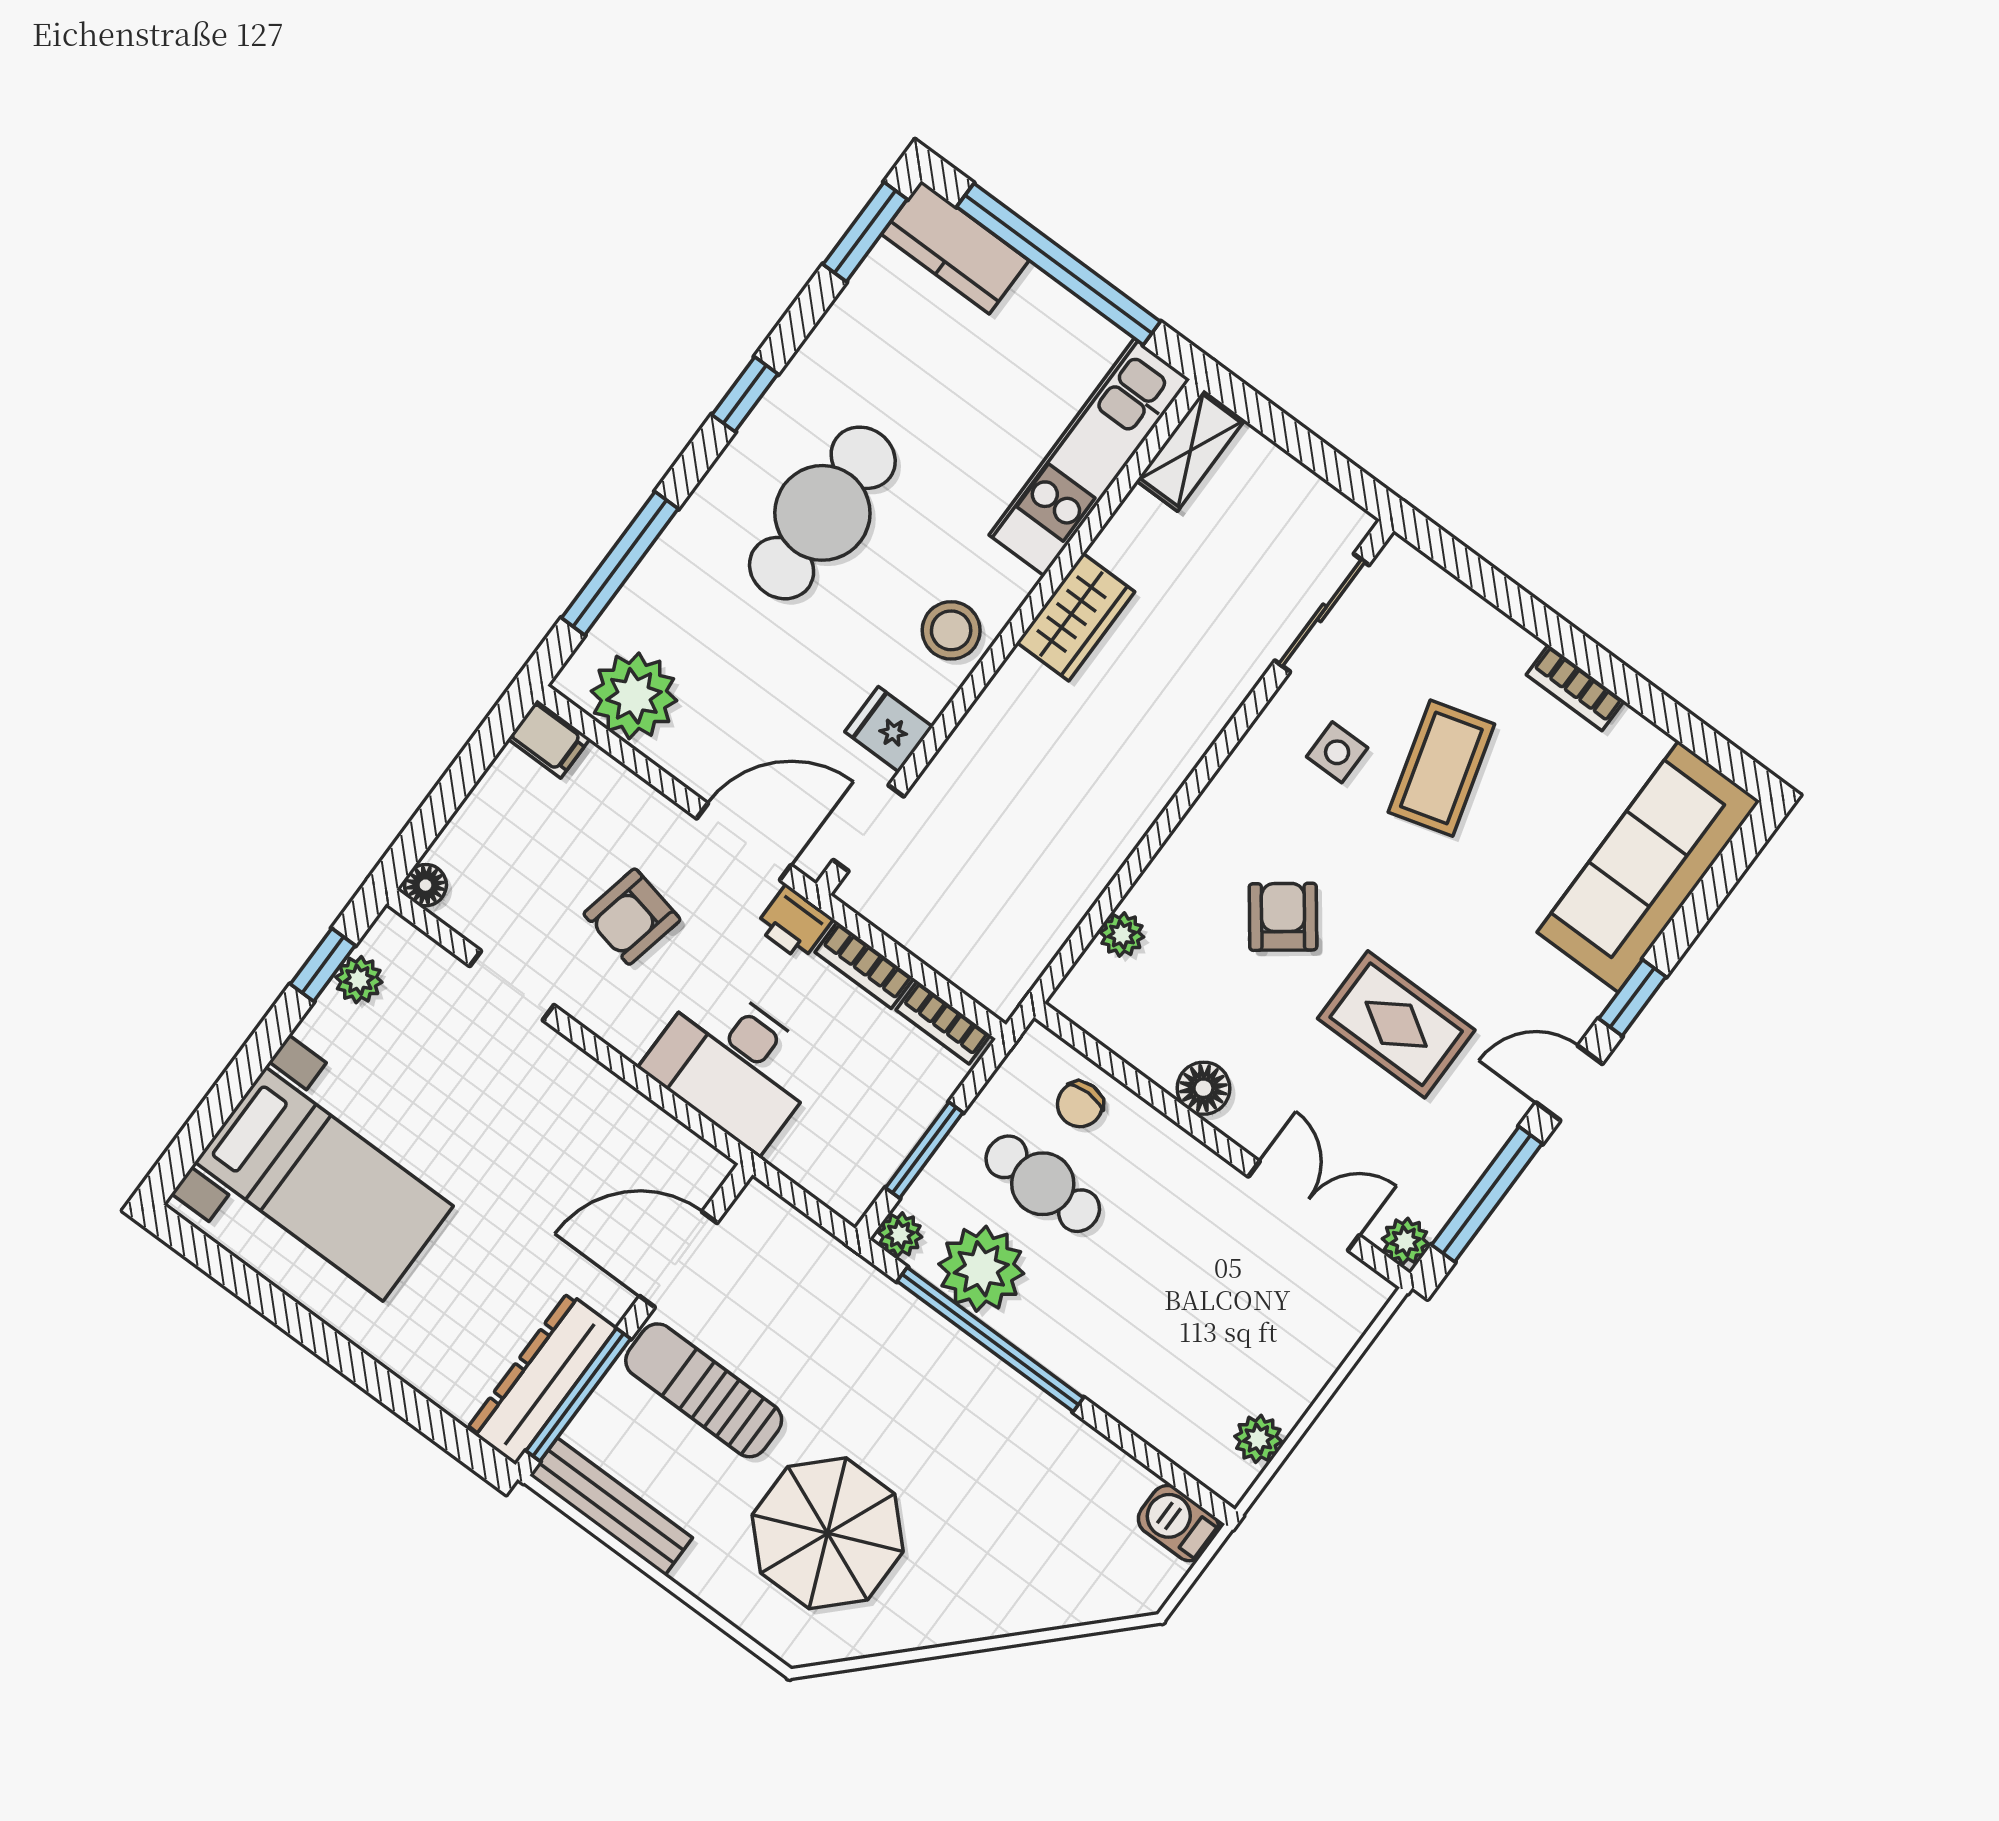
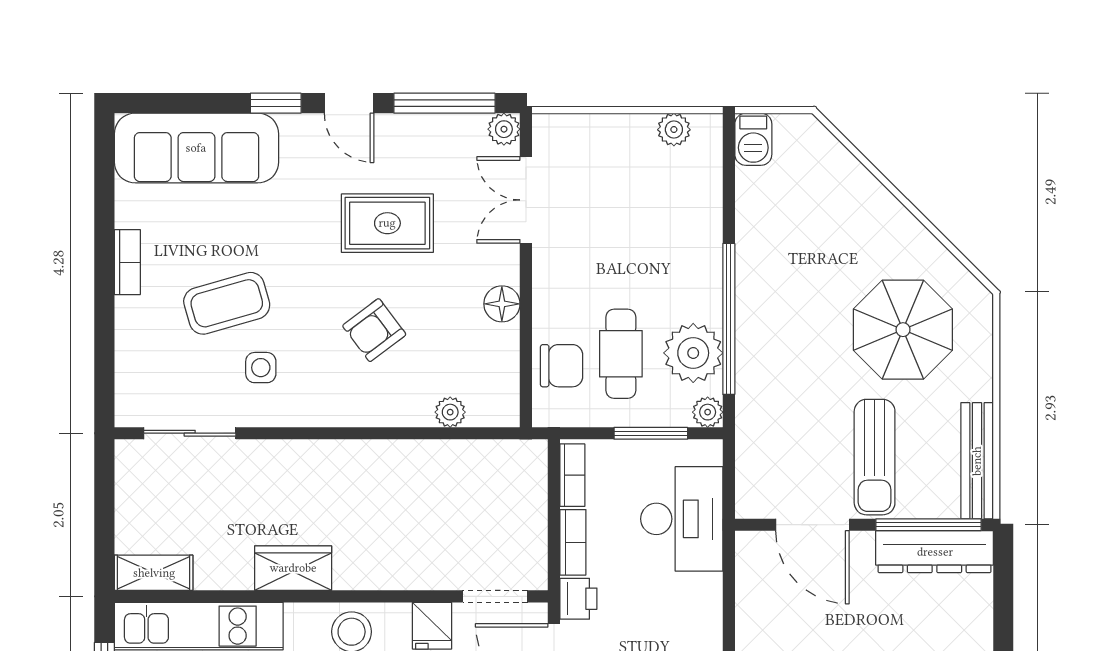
rug: (1396, 1024) -> (387, 223), turned 90
desk: (734, 1065) -> (682, 519), moved
chair: (1080, 1104) -> (562, 366), width x1.37, depth x1.37

